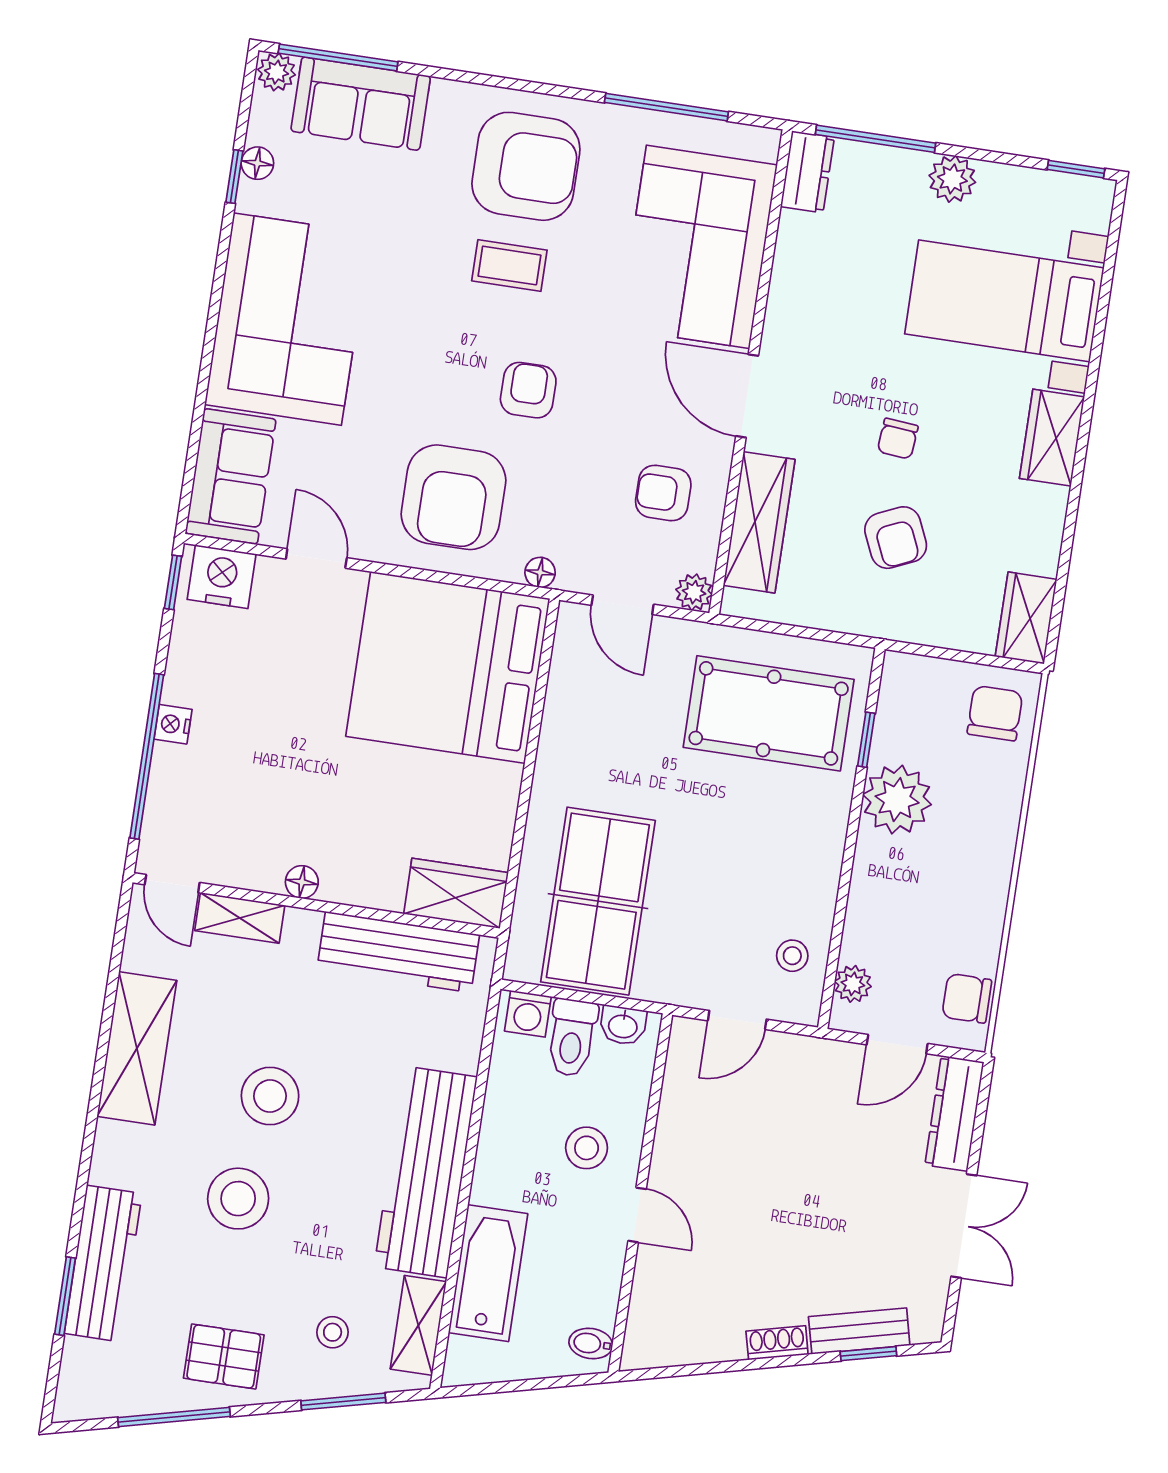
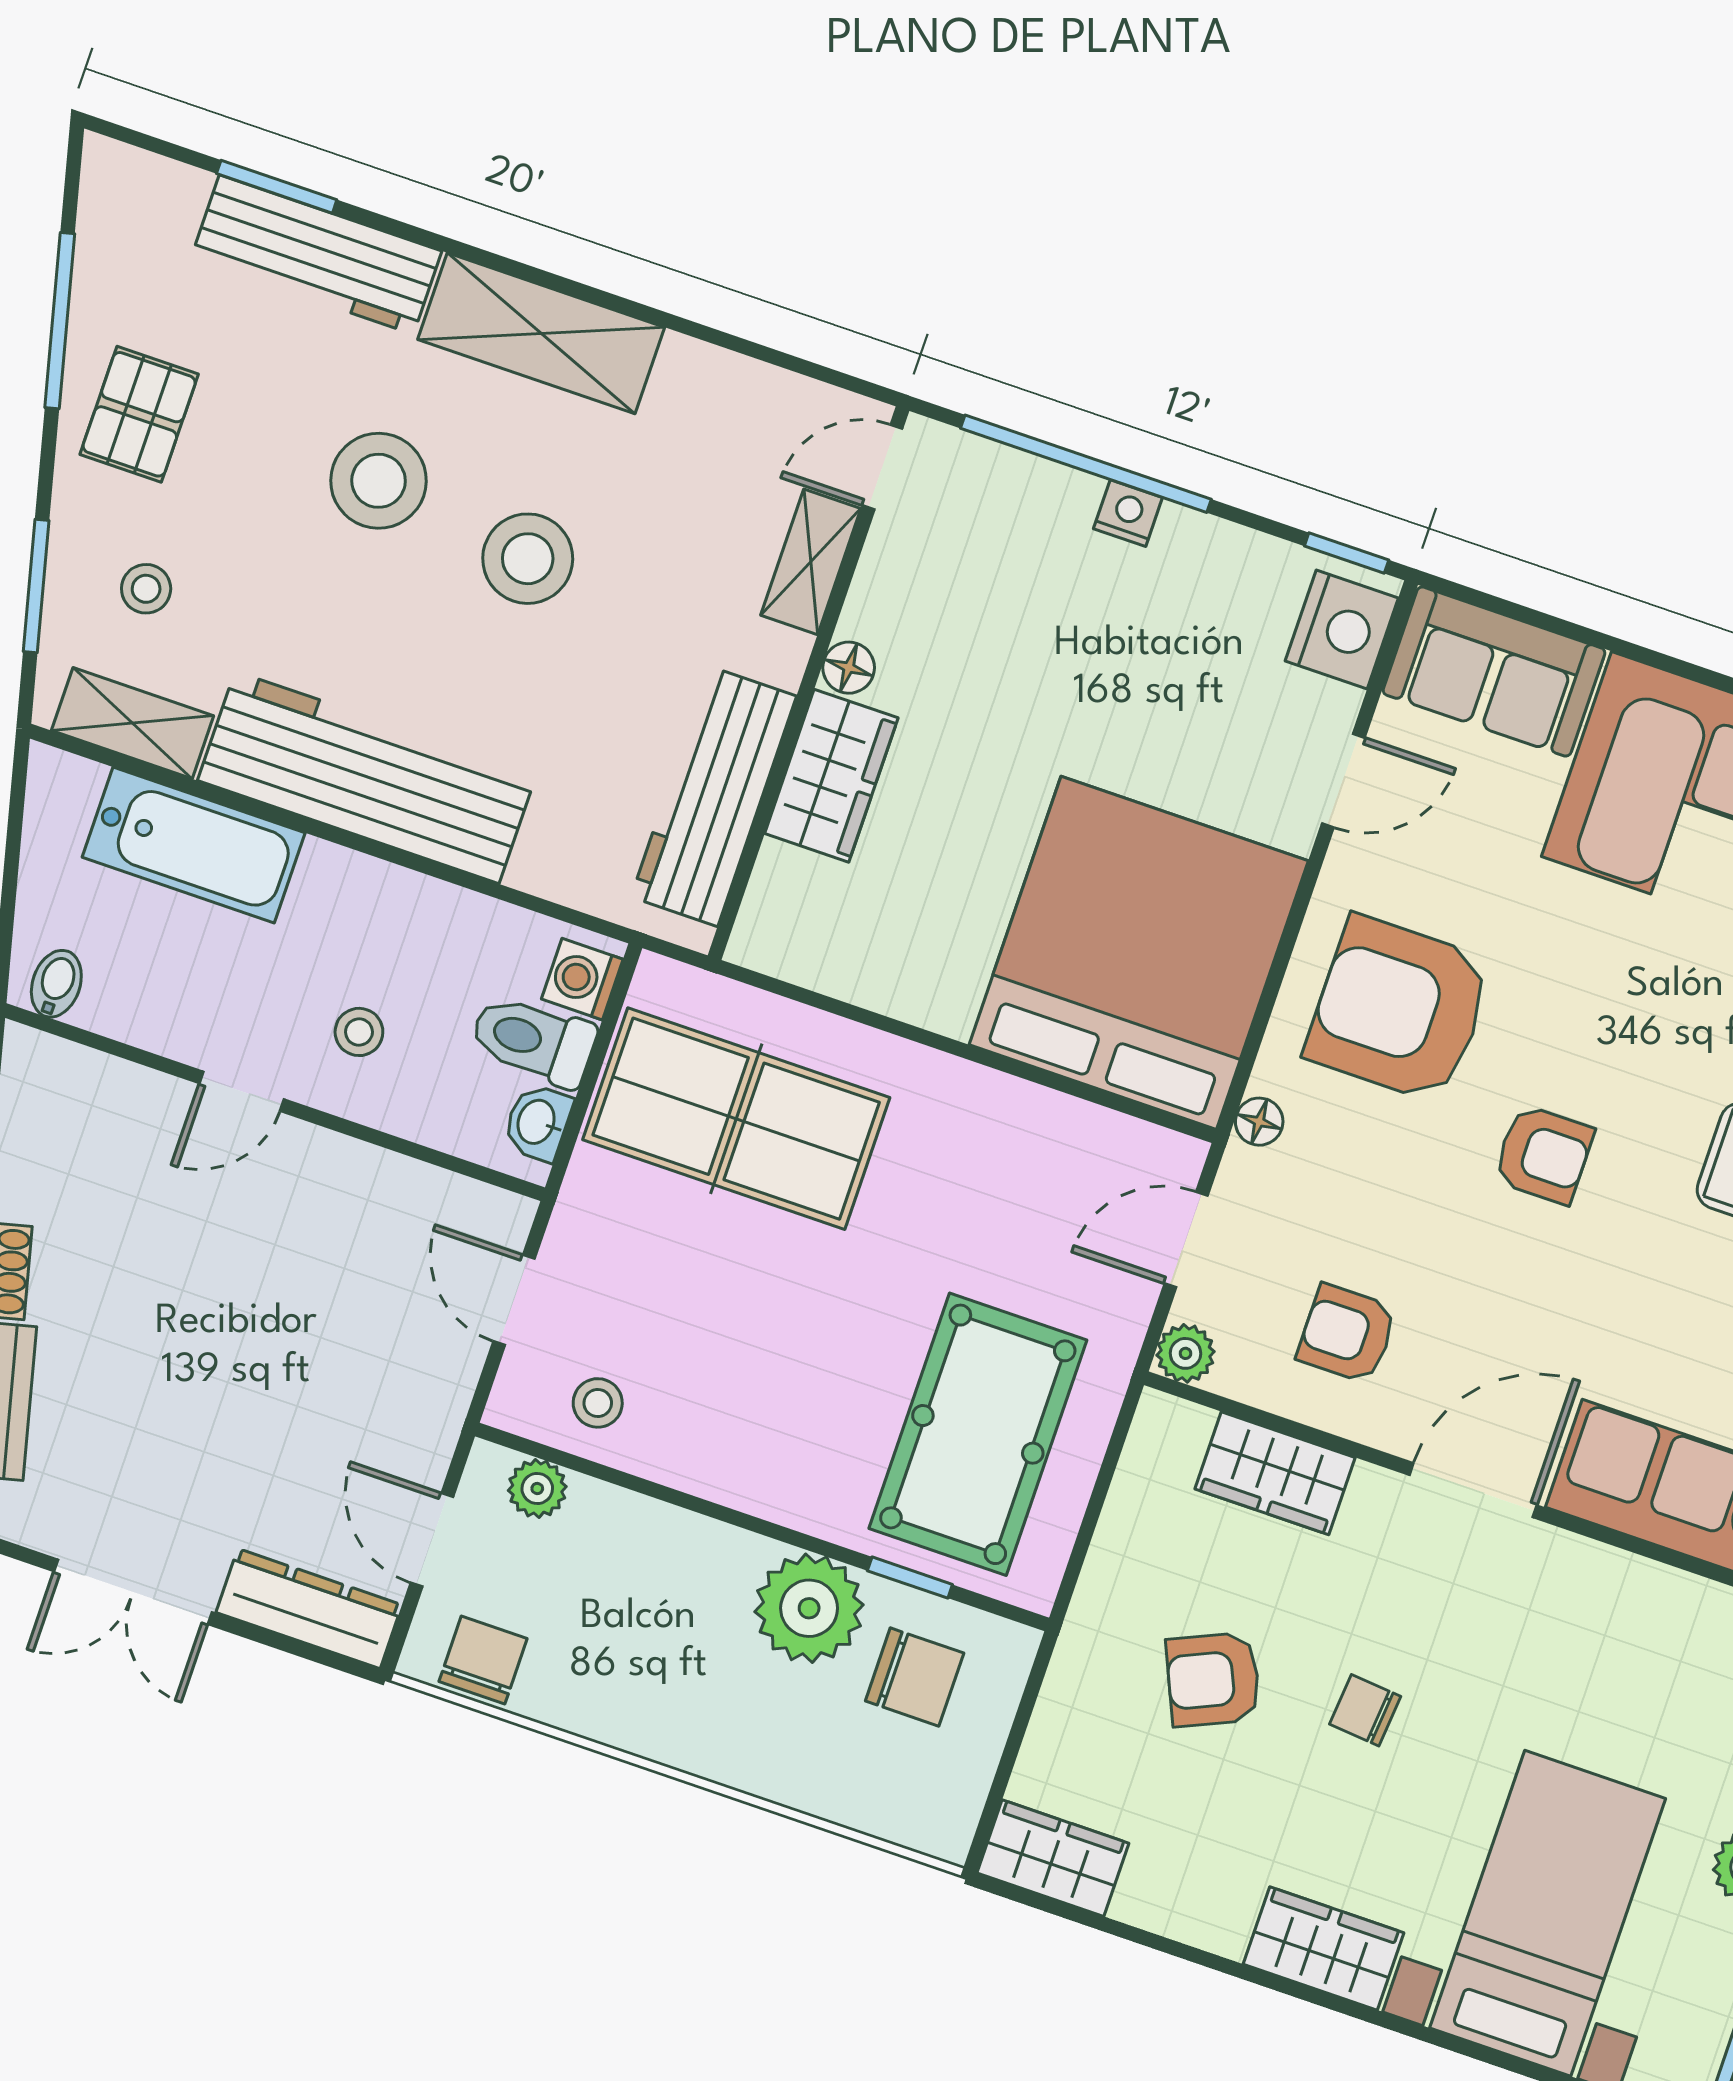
armchair: (663, 493) -> (1347, 1334), turned -90
wardrobe: (759, 522) -> (1275, 1473), width x0.67
chair: (995, 713) -> (915, 1677), moved
wardrobe: (456, 893) -> (831, 776), moved
shelving: (137, 1048) -> (541, 333), moved
stool: (587, 1148) -> (359, 1032), width x0.73, depth x0.73

